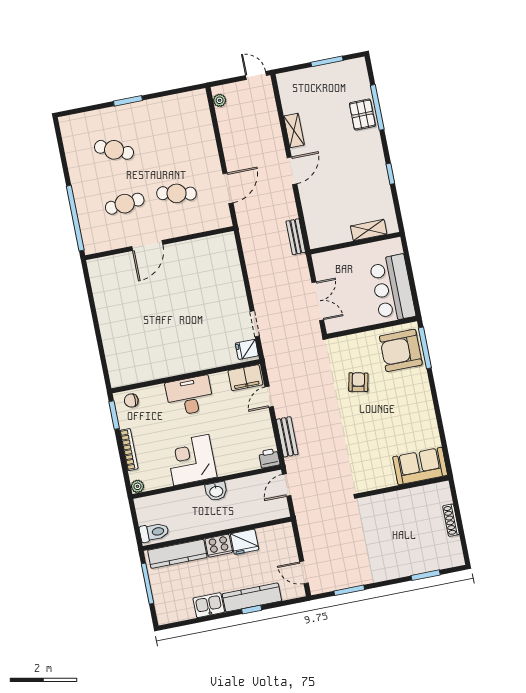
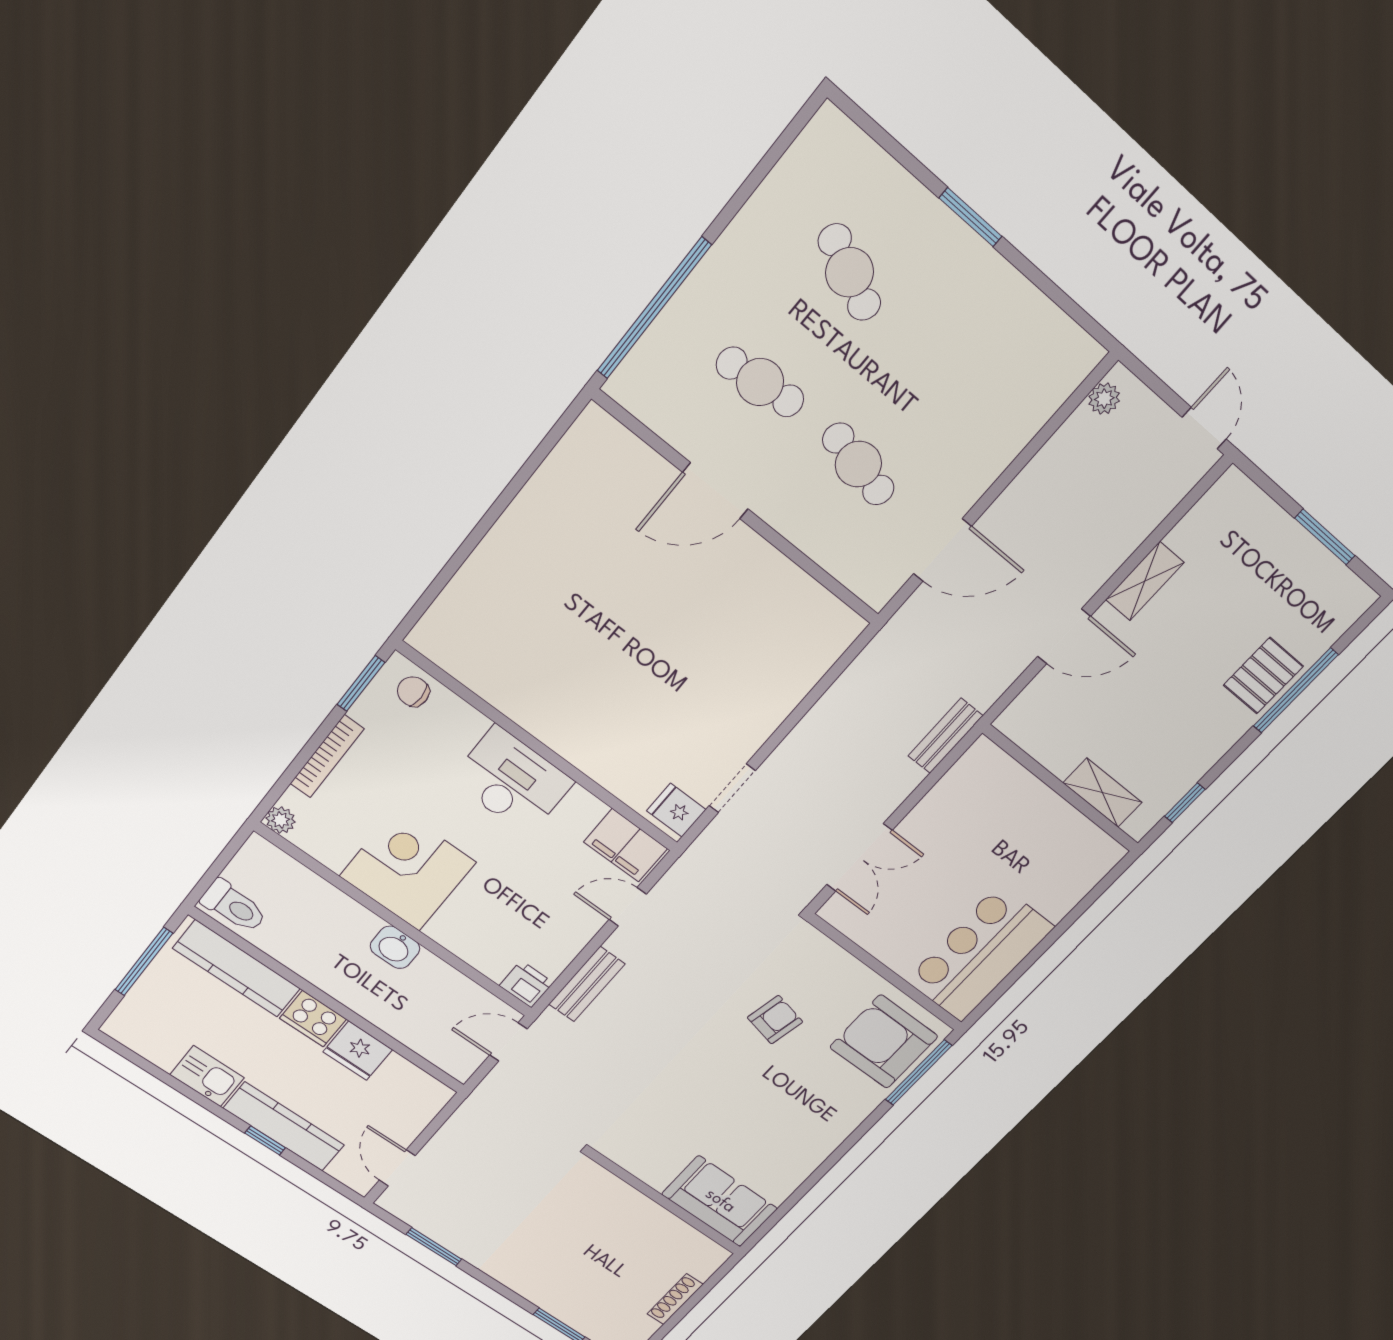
shelving: (369, 230) -> (1102, 793), moved
wall: (355, 243) -> (1061, 789), moved

